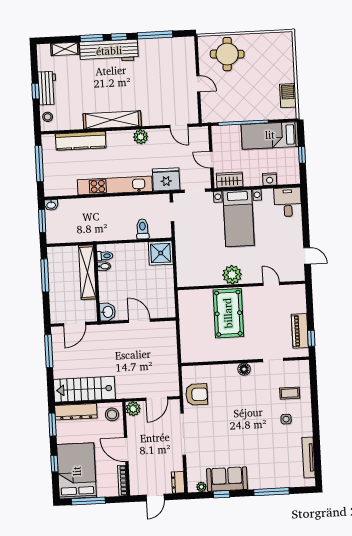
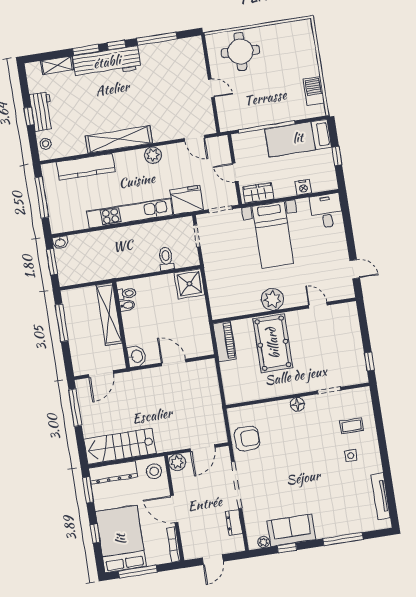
piano: (300, 331) -> (224, 341), moved, turned 180
dresser: (178, 482) -> (234, 522), moved

